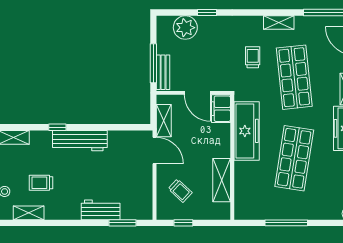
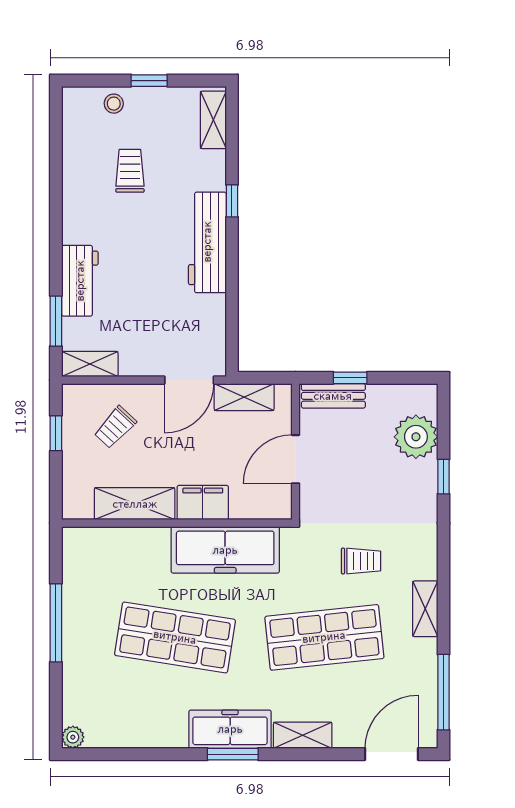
window: (153, 63) -> (350, 378), width x0.46
filing cabinet: (221, 109) -> (203, 503), moved
shelving: (29, 213) -> (90, 364), moved, turned 90

